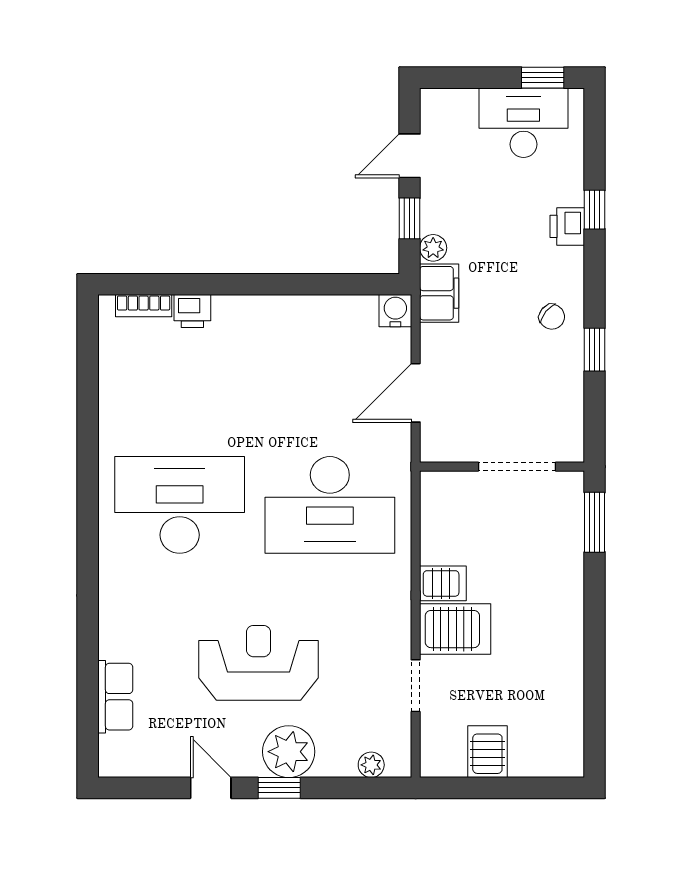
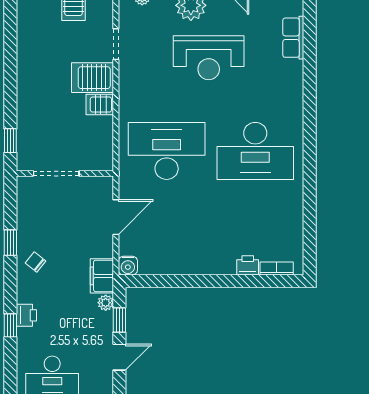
window: (595, 522) -> (10, 141), width x0.67

